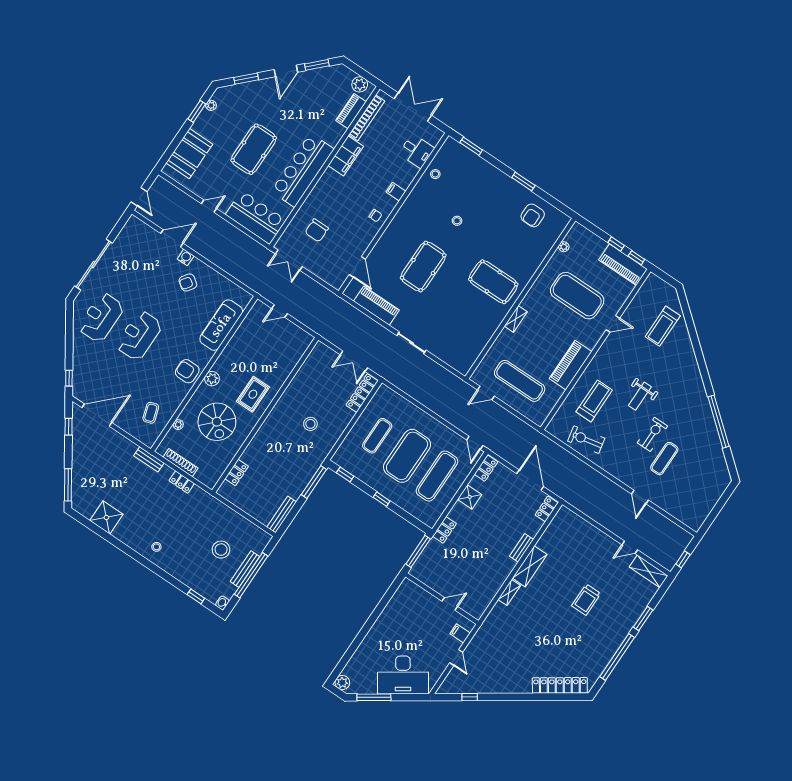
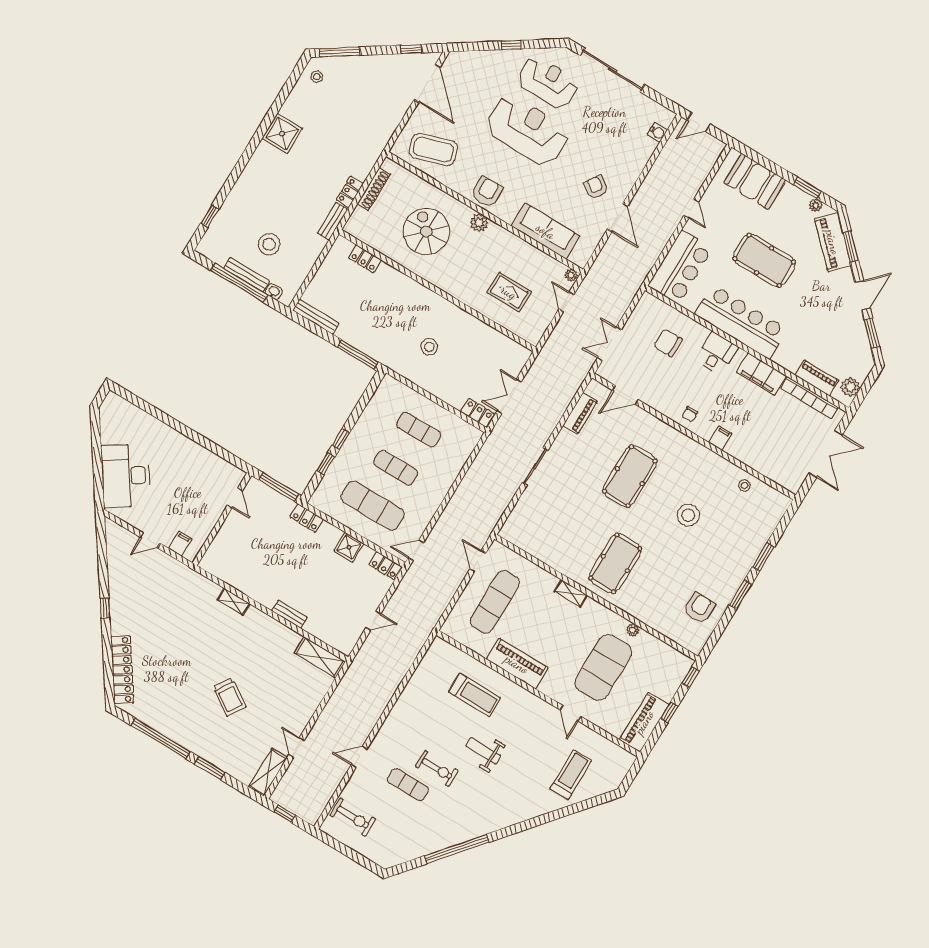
door: (286, 71) -> (862, 295), swing flipped
piano: (242, 93) -> (833, 242), added
window: (471, 146) -> (763, 557), moved
desk: (417, 151) -> (717, 353), moved, turned 180
armchair: (533, 215) -> (699, 608), turned 90
stool: (457, 221) -> (688, 515), width x1.89, depth x1.89
door: (172, 238) -> (617, 218), moved
plant: (564, 247) -> (633, 630), moved
water cooler: (186, 257) -> (657, 132), moved
window: (636, 258) -> (691, 677), moved
double door: (289, 260) -> (609, 344), moved
pool table: (423, 267) -> (630, 476), turned 90
piano: (376, 306) -> (580, 413), width x0.73, depth x0.75
treadmill: (663, 326) -> (571, 775), turned 90
reception desk: (139, 336) -> (528, 130), width x1.36, depth x1.30
window: (69, 378) -> (511, 45), moved
locker: (362, 393) -> (478, 413), width x0.66
rug: (253, 394) -> (509, 292), moved
coffee table: (151, 413) -> (433, 149), width x1.86, depth x1.72
spiral stairs: (217, 422) -> (426, 232), turned 90
plant: (178, 425) -> (571, 275), moved
exercise bike: (586, 440) -> (353, 817), moved, turned 102
exercise mat: (407, 456) -> (396, 468), width x0.50, depth x0.69
bench: (149, 459) -> (333, 221), moved
window: (345, 475) -> (326, 464), moved
door: (530, 480) -> (373, 621), width x0.53
locker: (547, 509) -> (339, 643), removed
shower: (106, 517) -> (282, 133), moved
stool: (156, 547) -> (317, 77), moved
shelving: (530, 566) -> (320, 657), moved
trolley: (586, 600) -> (229, 697), turned -147
washbasin: (222, 603) -> (274, 292), moved
door: (450, 604) -> (235, 498), moved
plant: (342, 683) -> (113, 402), removed
window: (374, 697) -> (96, 442), removed
window: (470, 697) -> (105, 608), moved

